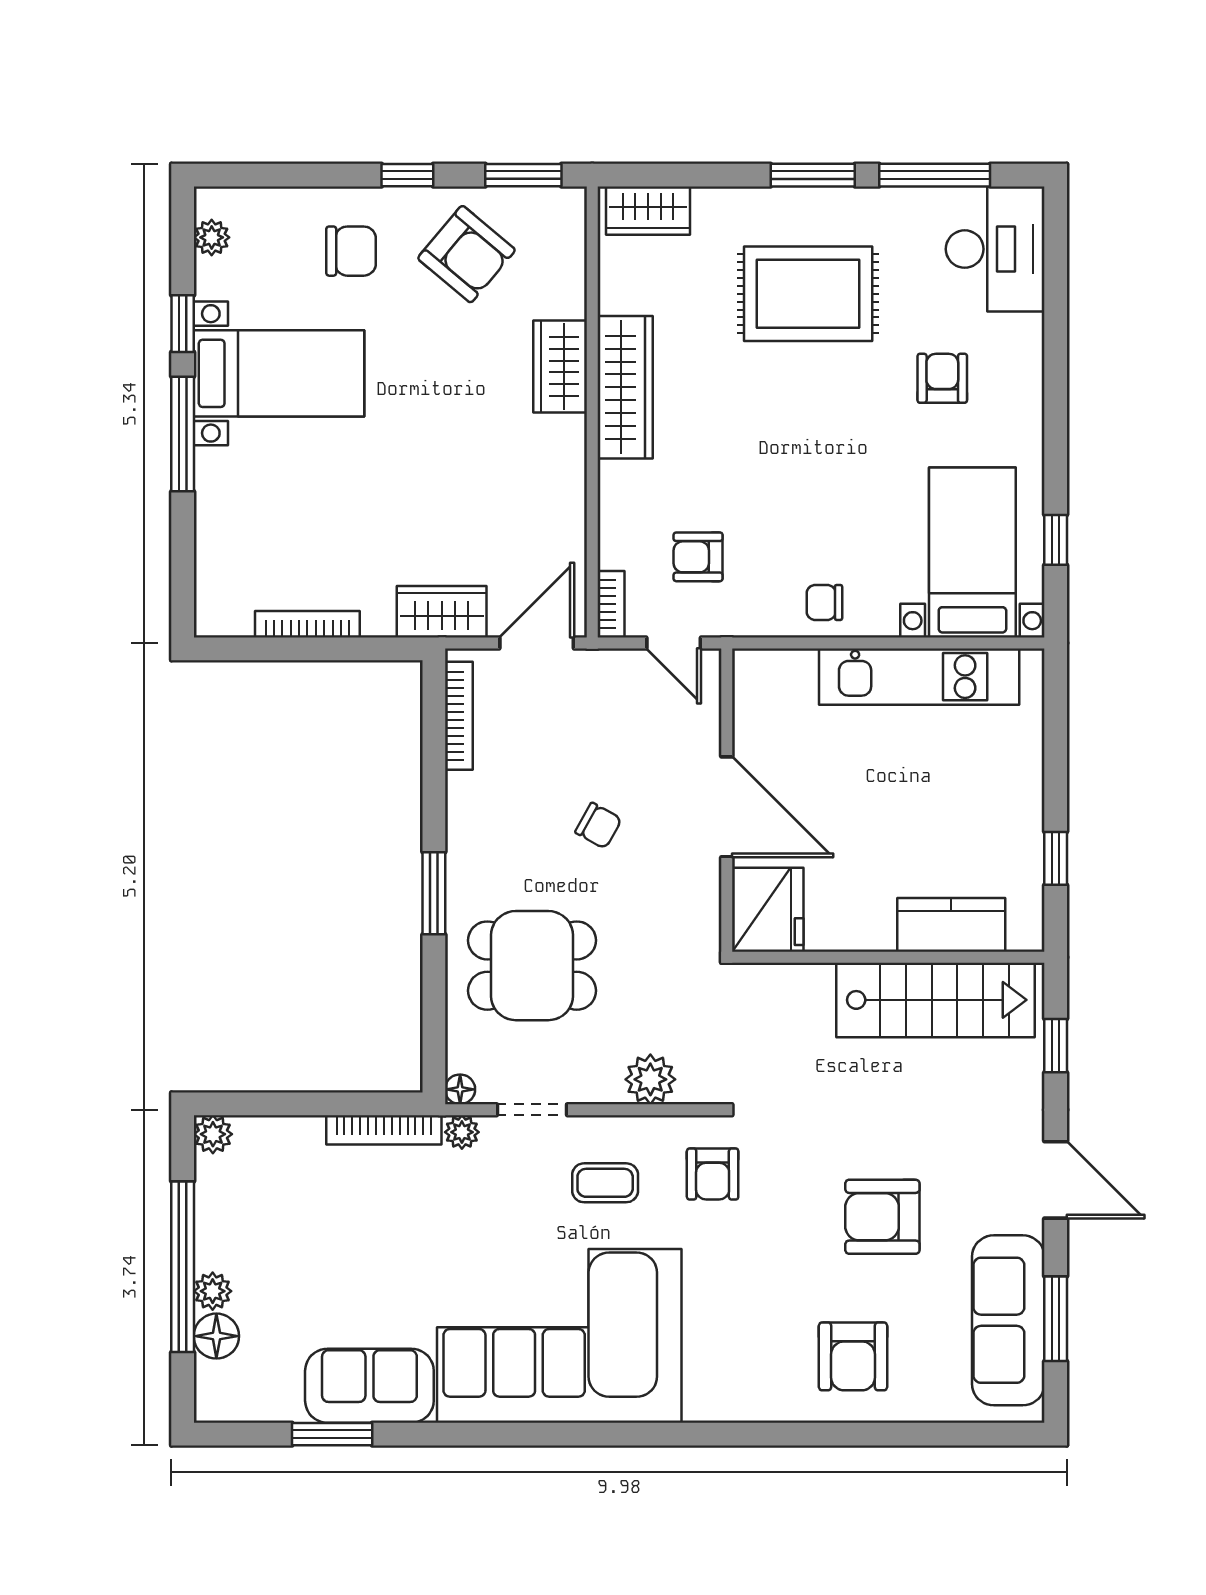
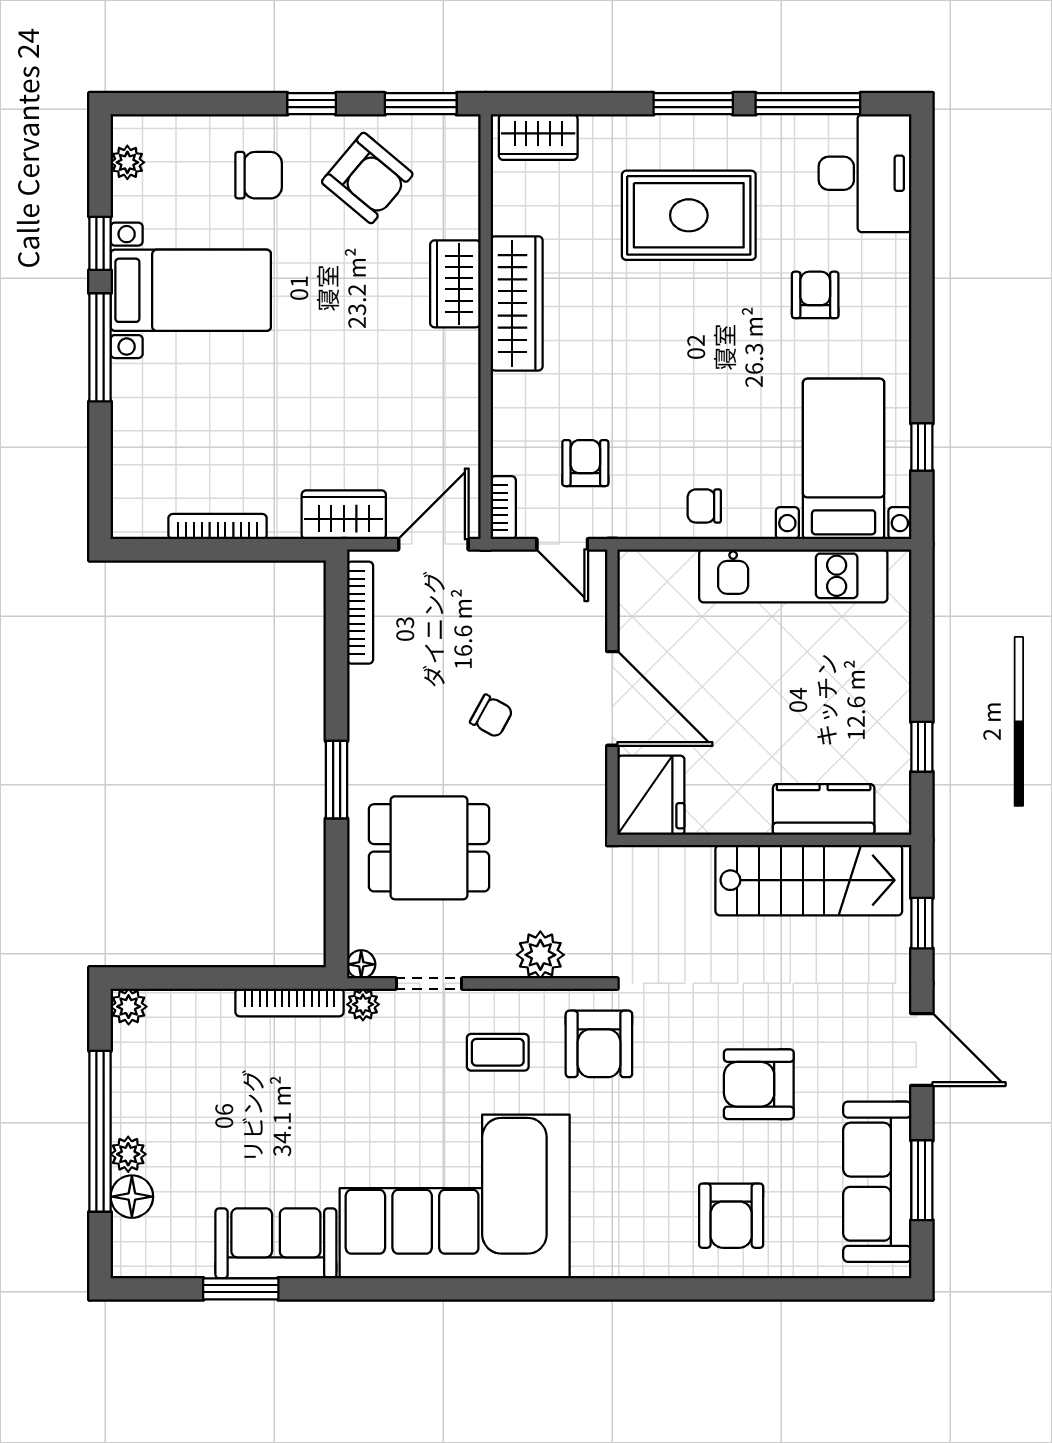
armchair: (698, 557) -> (585, 463), turned 90
armchair: (713, 1174) -> (599, 1044), width x1.38, depth x1.38

